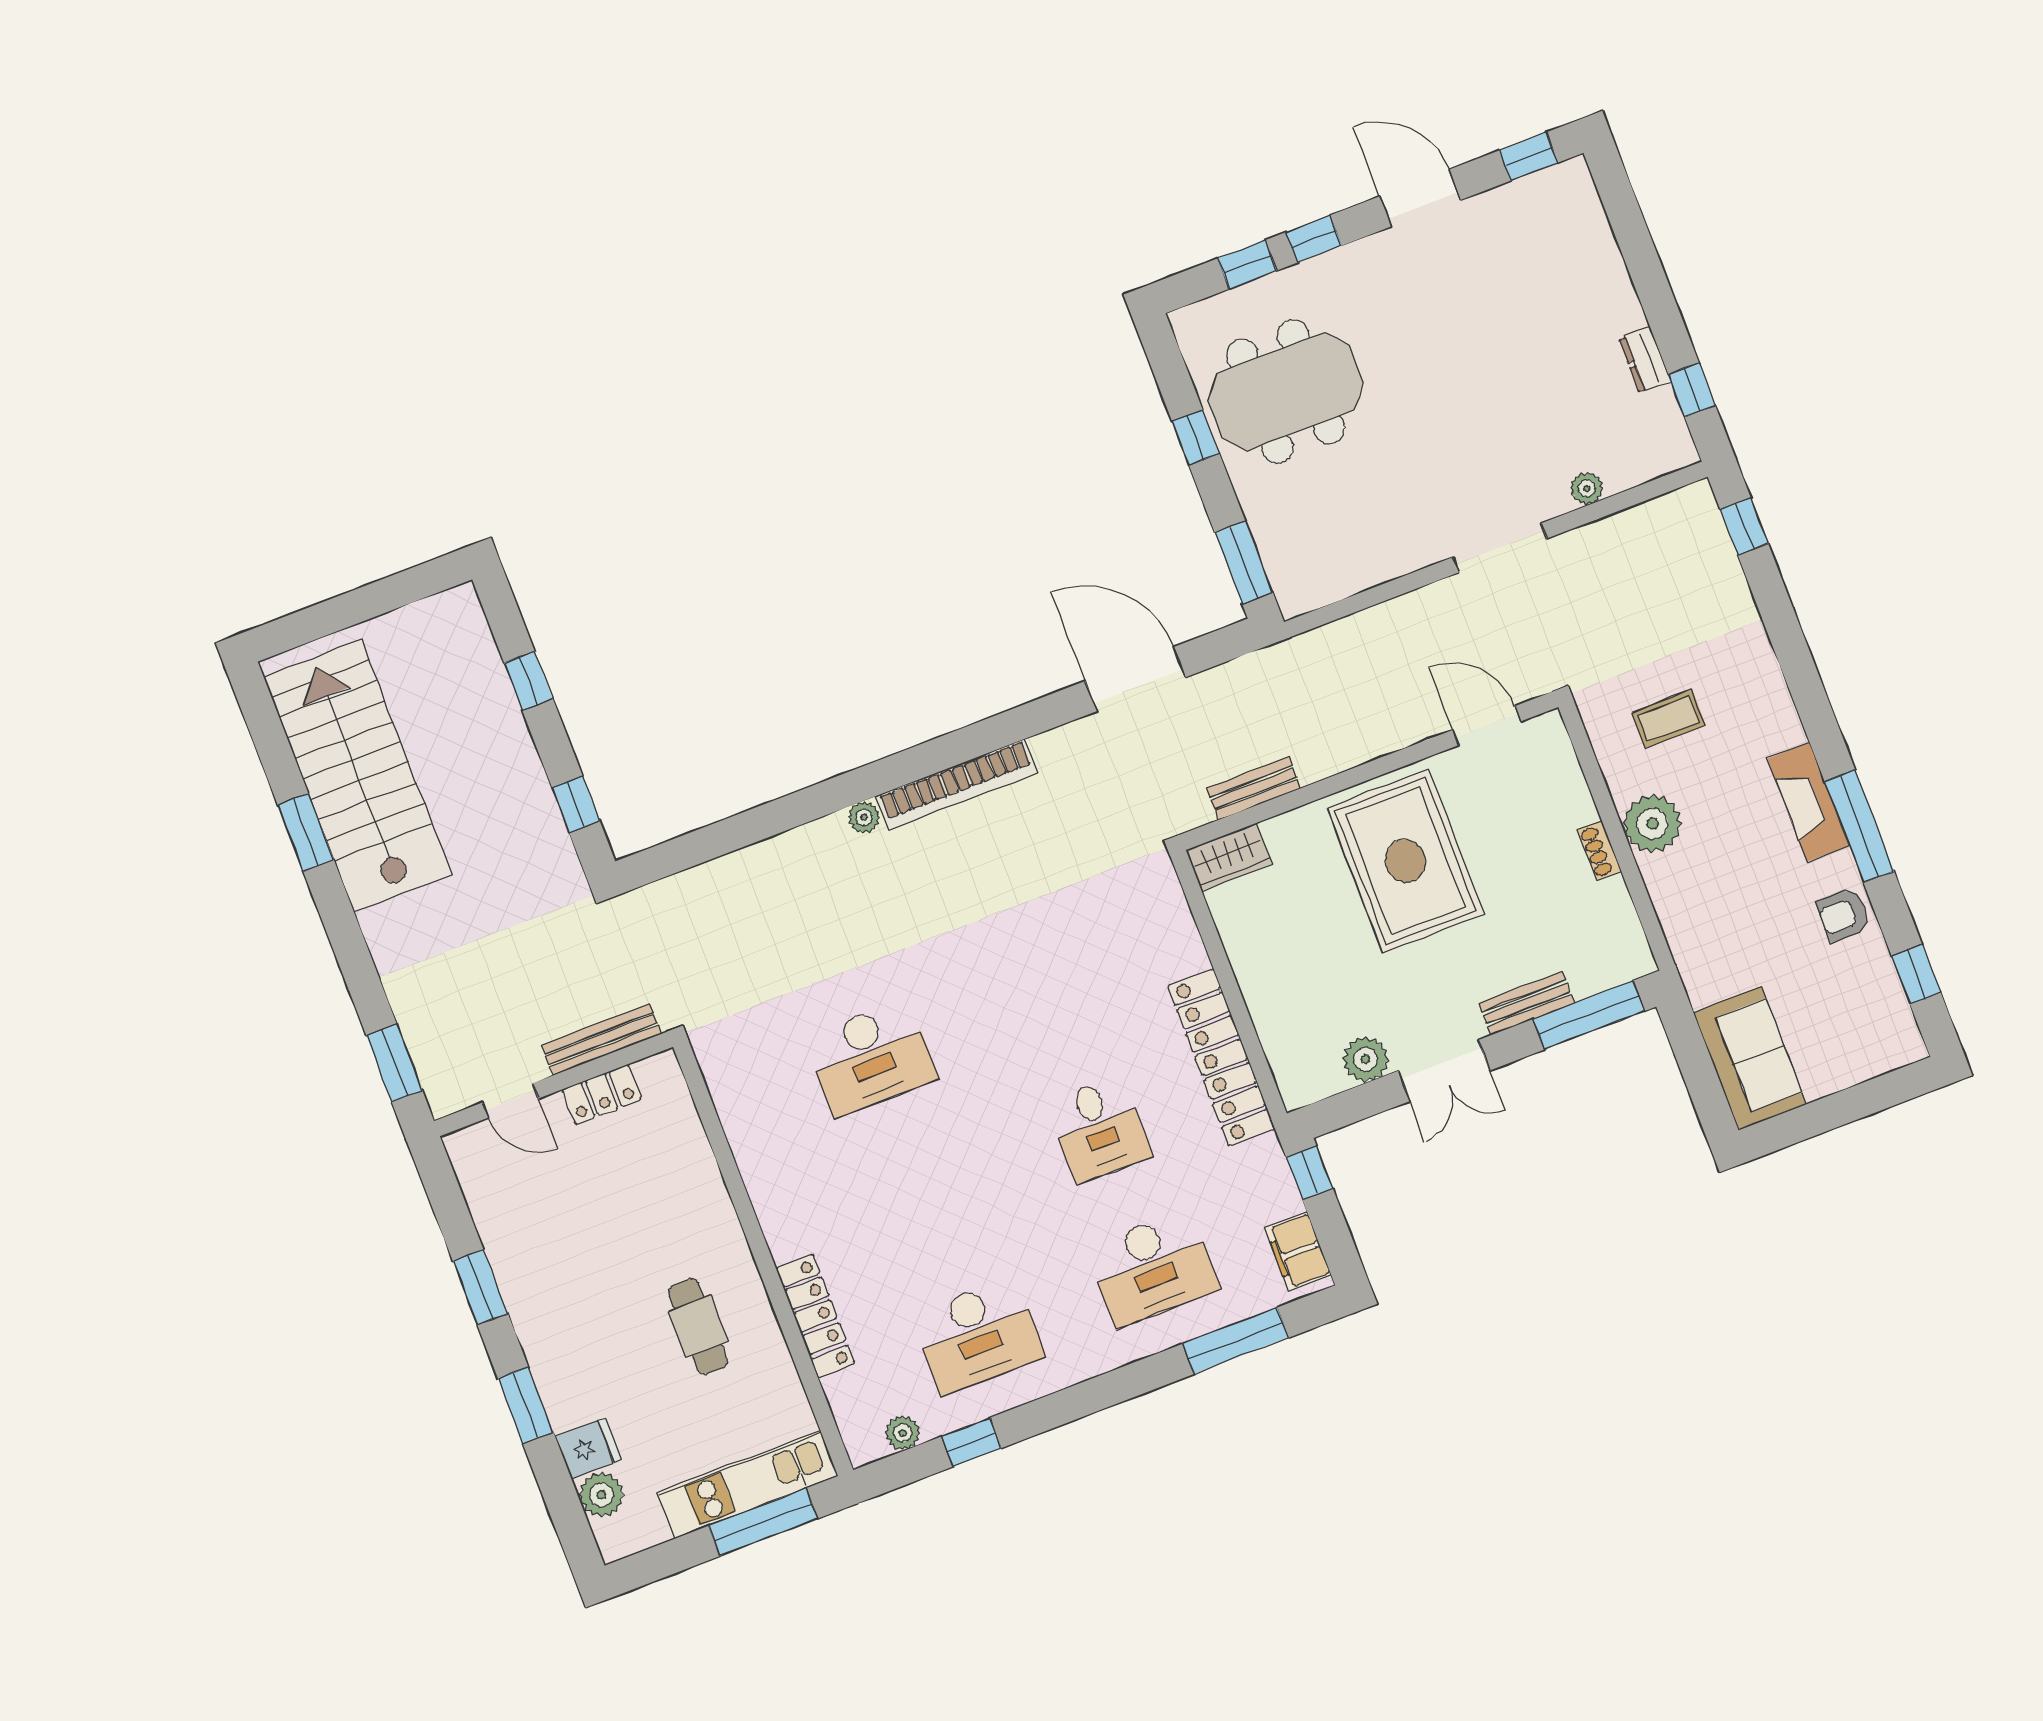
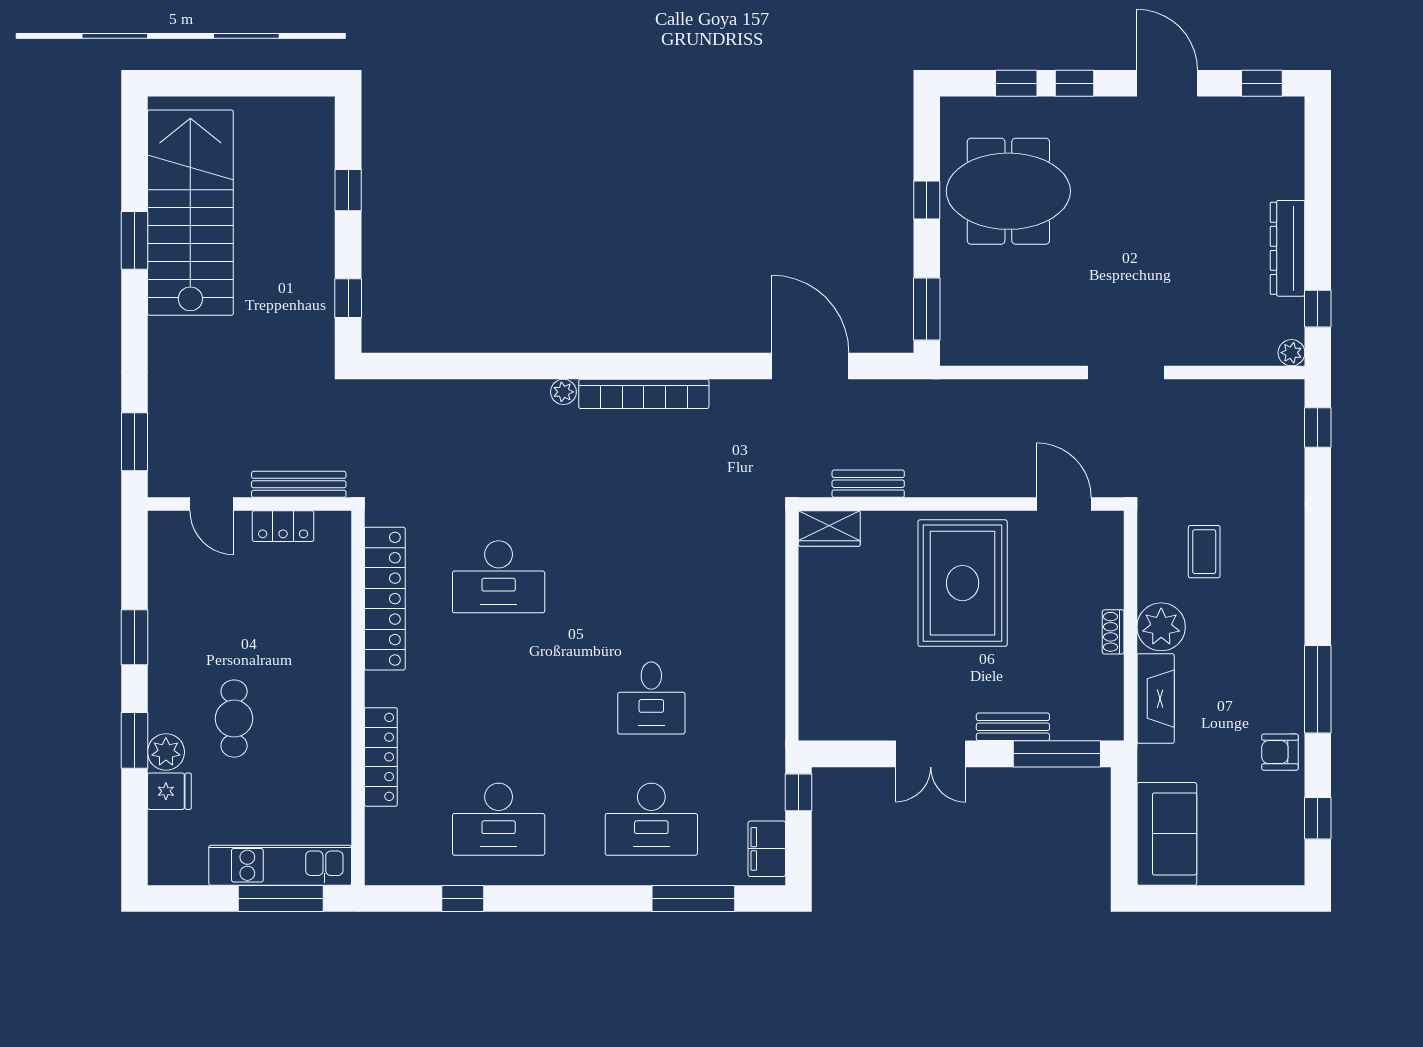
dresser: (1645, 360) -> (1288, 248), width x1.96, depth x1.24
plant: (1587, 488) -> (1291, 353), moved
coffee table: (1669, 718) -> (1204, 552), turned 90
fireplace: (1808, 802) -> (1156, 699), moved, turned 180
locker: (1221, 1057) -> (385, 599), moved, turned 180
plant: (1366, 1059) -> (874, 722), removed
cafe table: (698, 1327) -> (234, 719), moved
plant: (903, 1433) -> (413, 871), removed
plant: (601, 1495) -> (166, 752), moved

